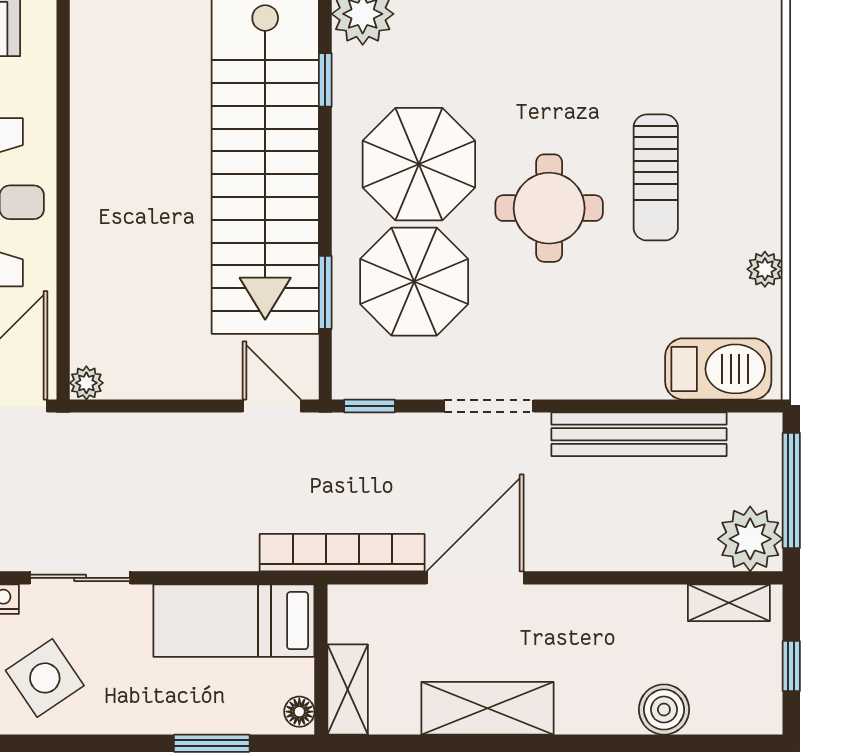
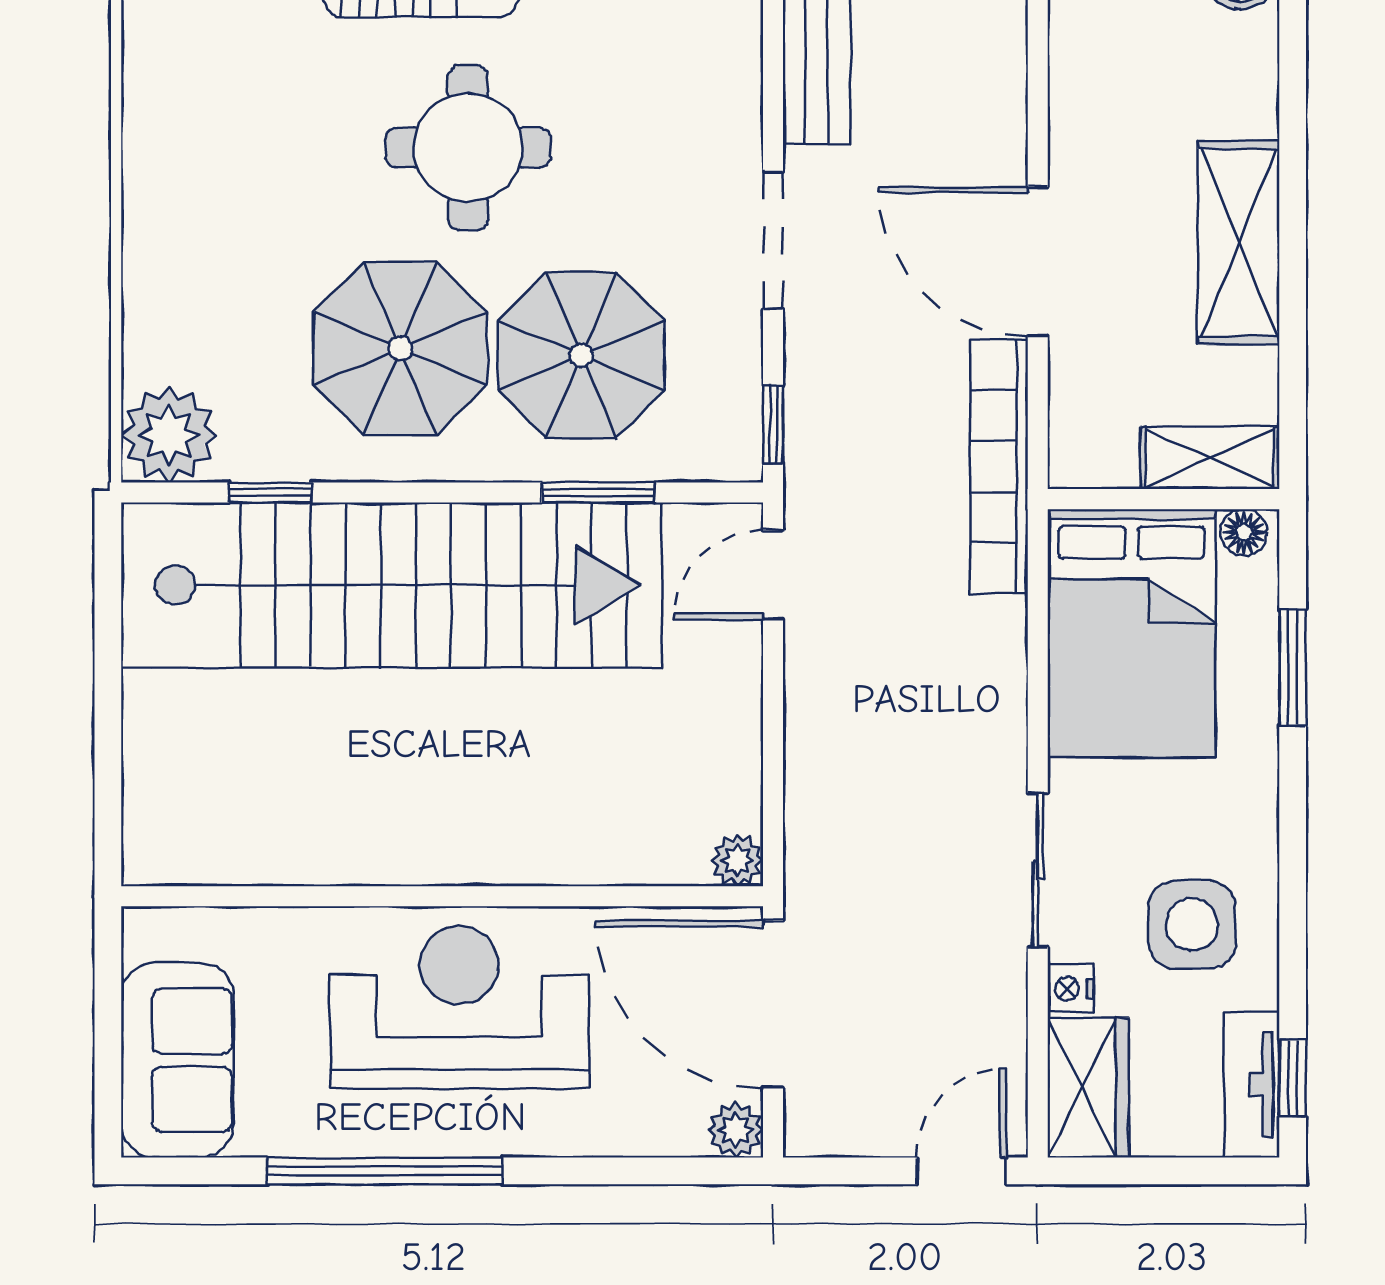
bed: (234, 621) -> (1132, 633), width x1.50
side table: (45, 678) -> (1192, 924), turned 34

